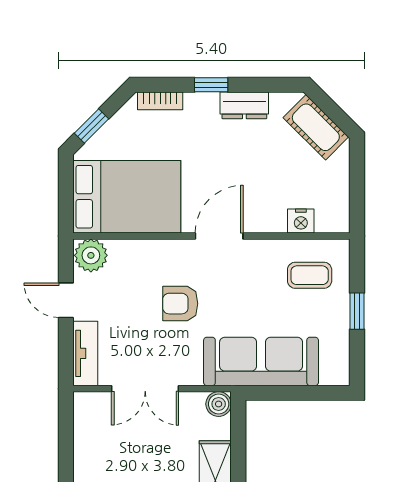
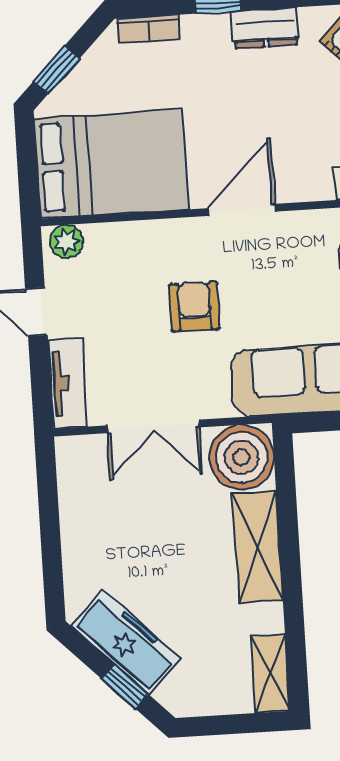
plant: (91, 255) -> (67, 242), width x0.73, depth x0.73
armchair: (180, 304) -> (194, 306), turned 90
boiler: (219, 404) -> (242, 457), width x1.86, depth x1.86

